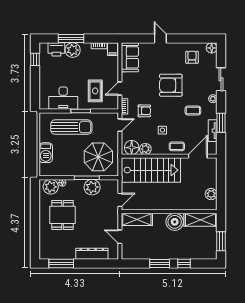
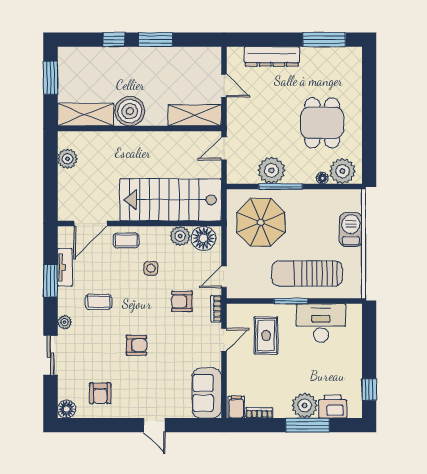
armchair: (171, 85) -> (136, 345), width x0.53, depth x0.53

